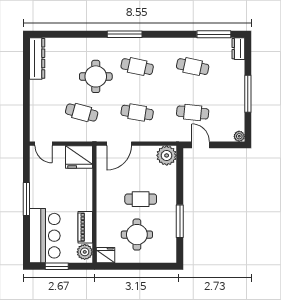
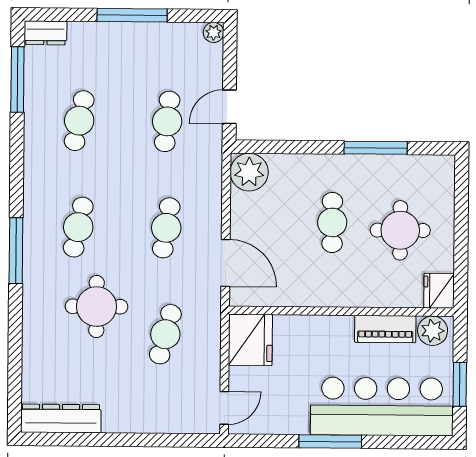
bar counter: (45, 236) -> (382, 407), width x1.36

